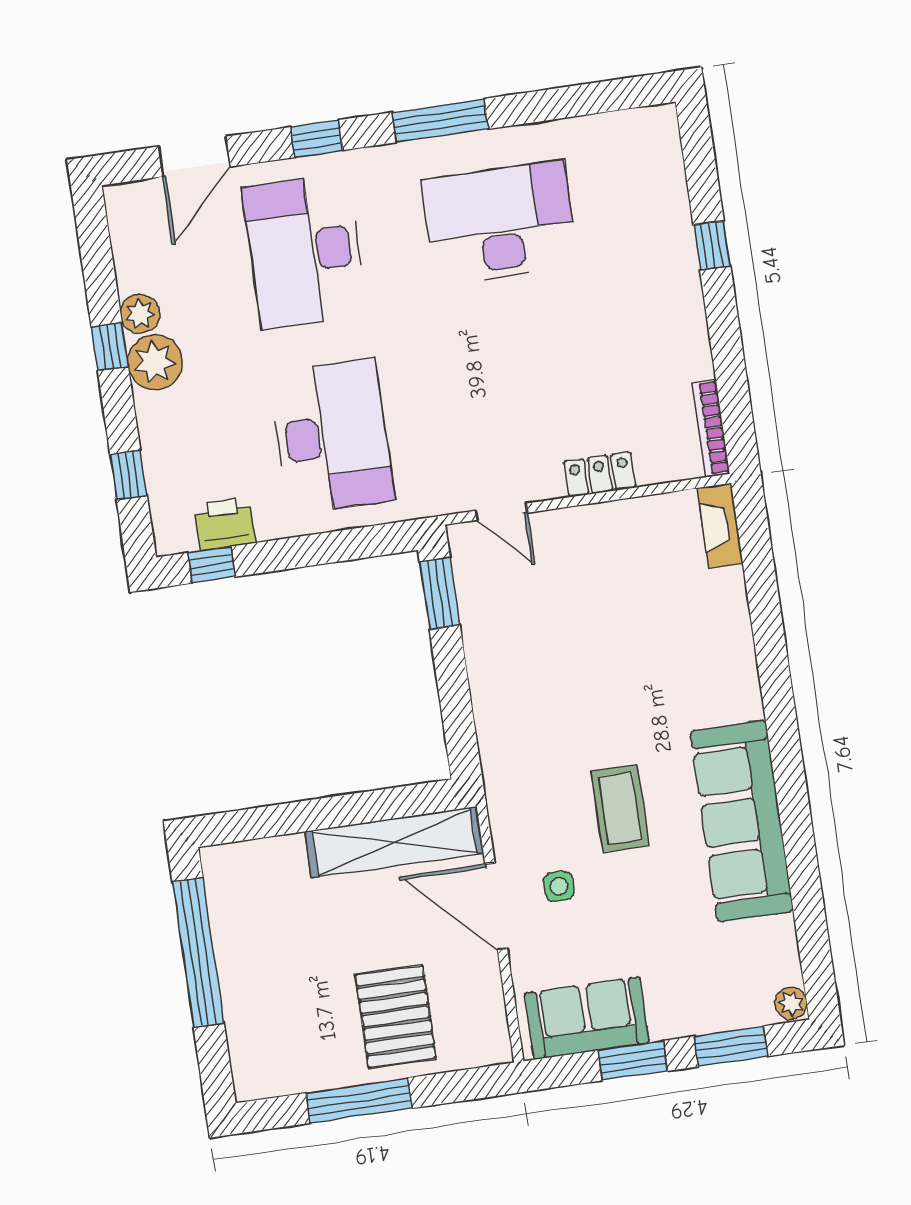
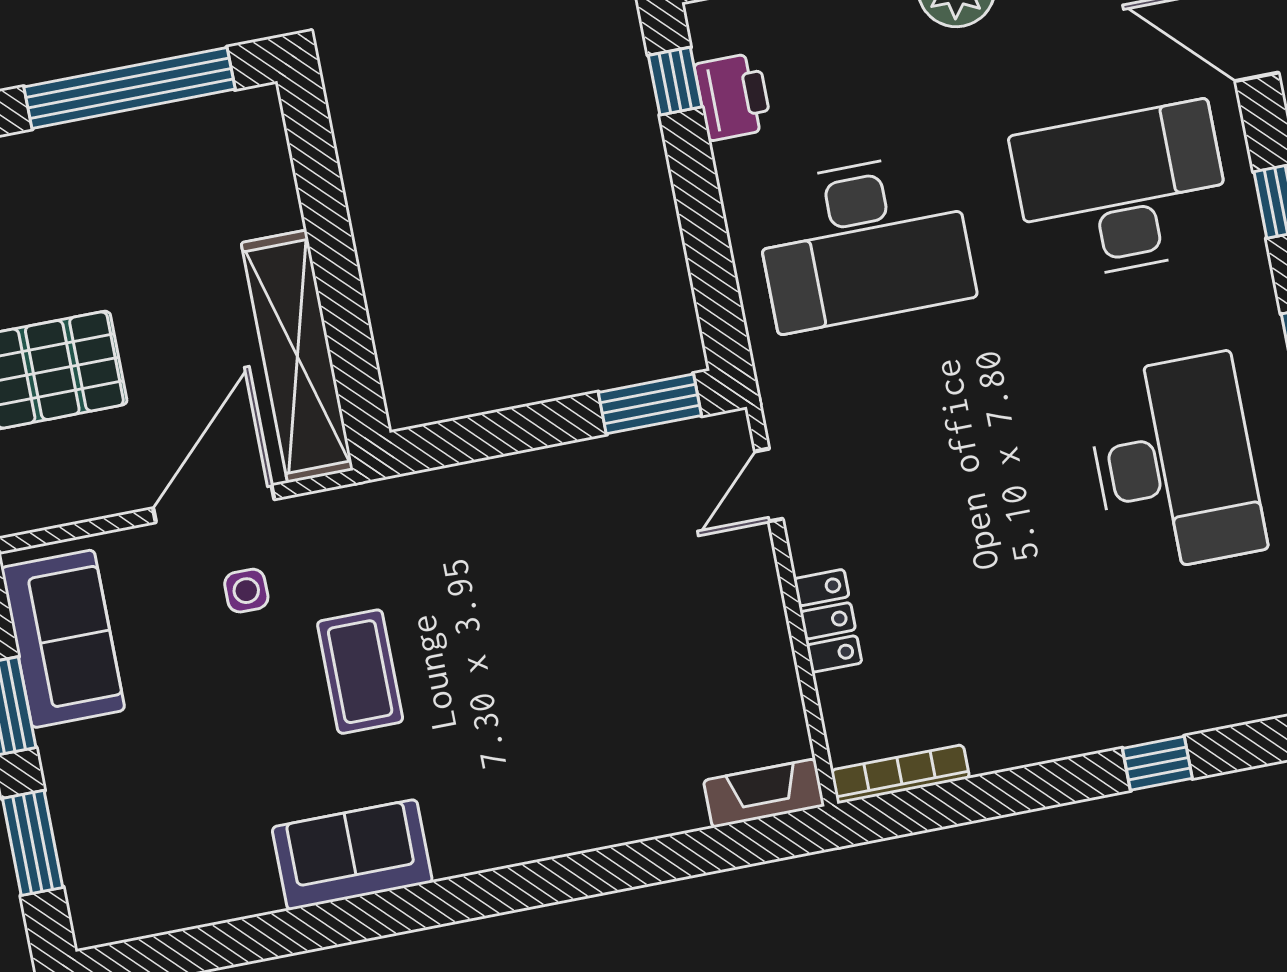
coffee table: (620, 808) -> (360, 672), turned 90
sofa: (742, 821) -> (352, 855), width x0.54, depth x0.79
plant: (791, 1003) -> (97, 925), removed

